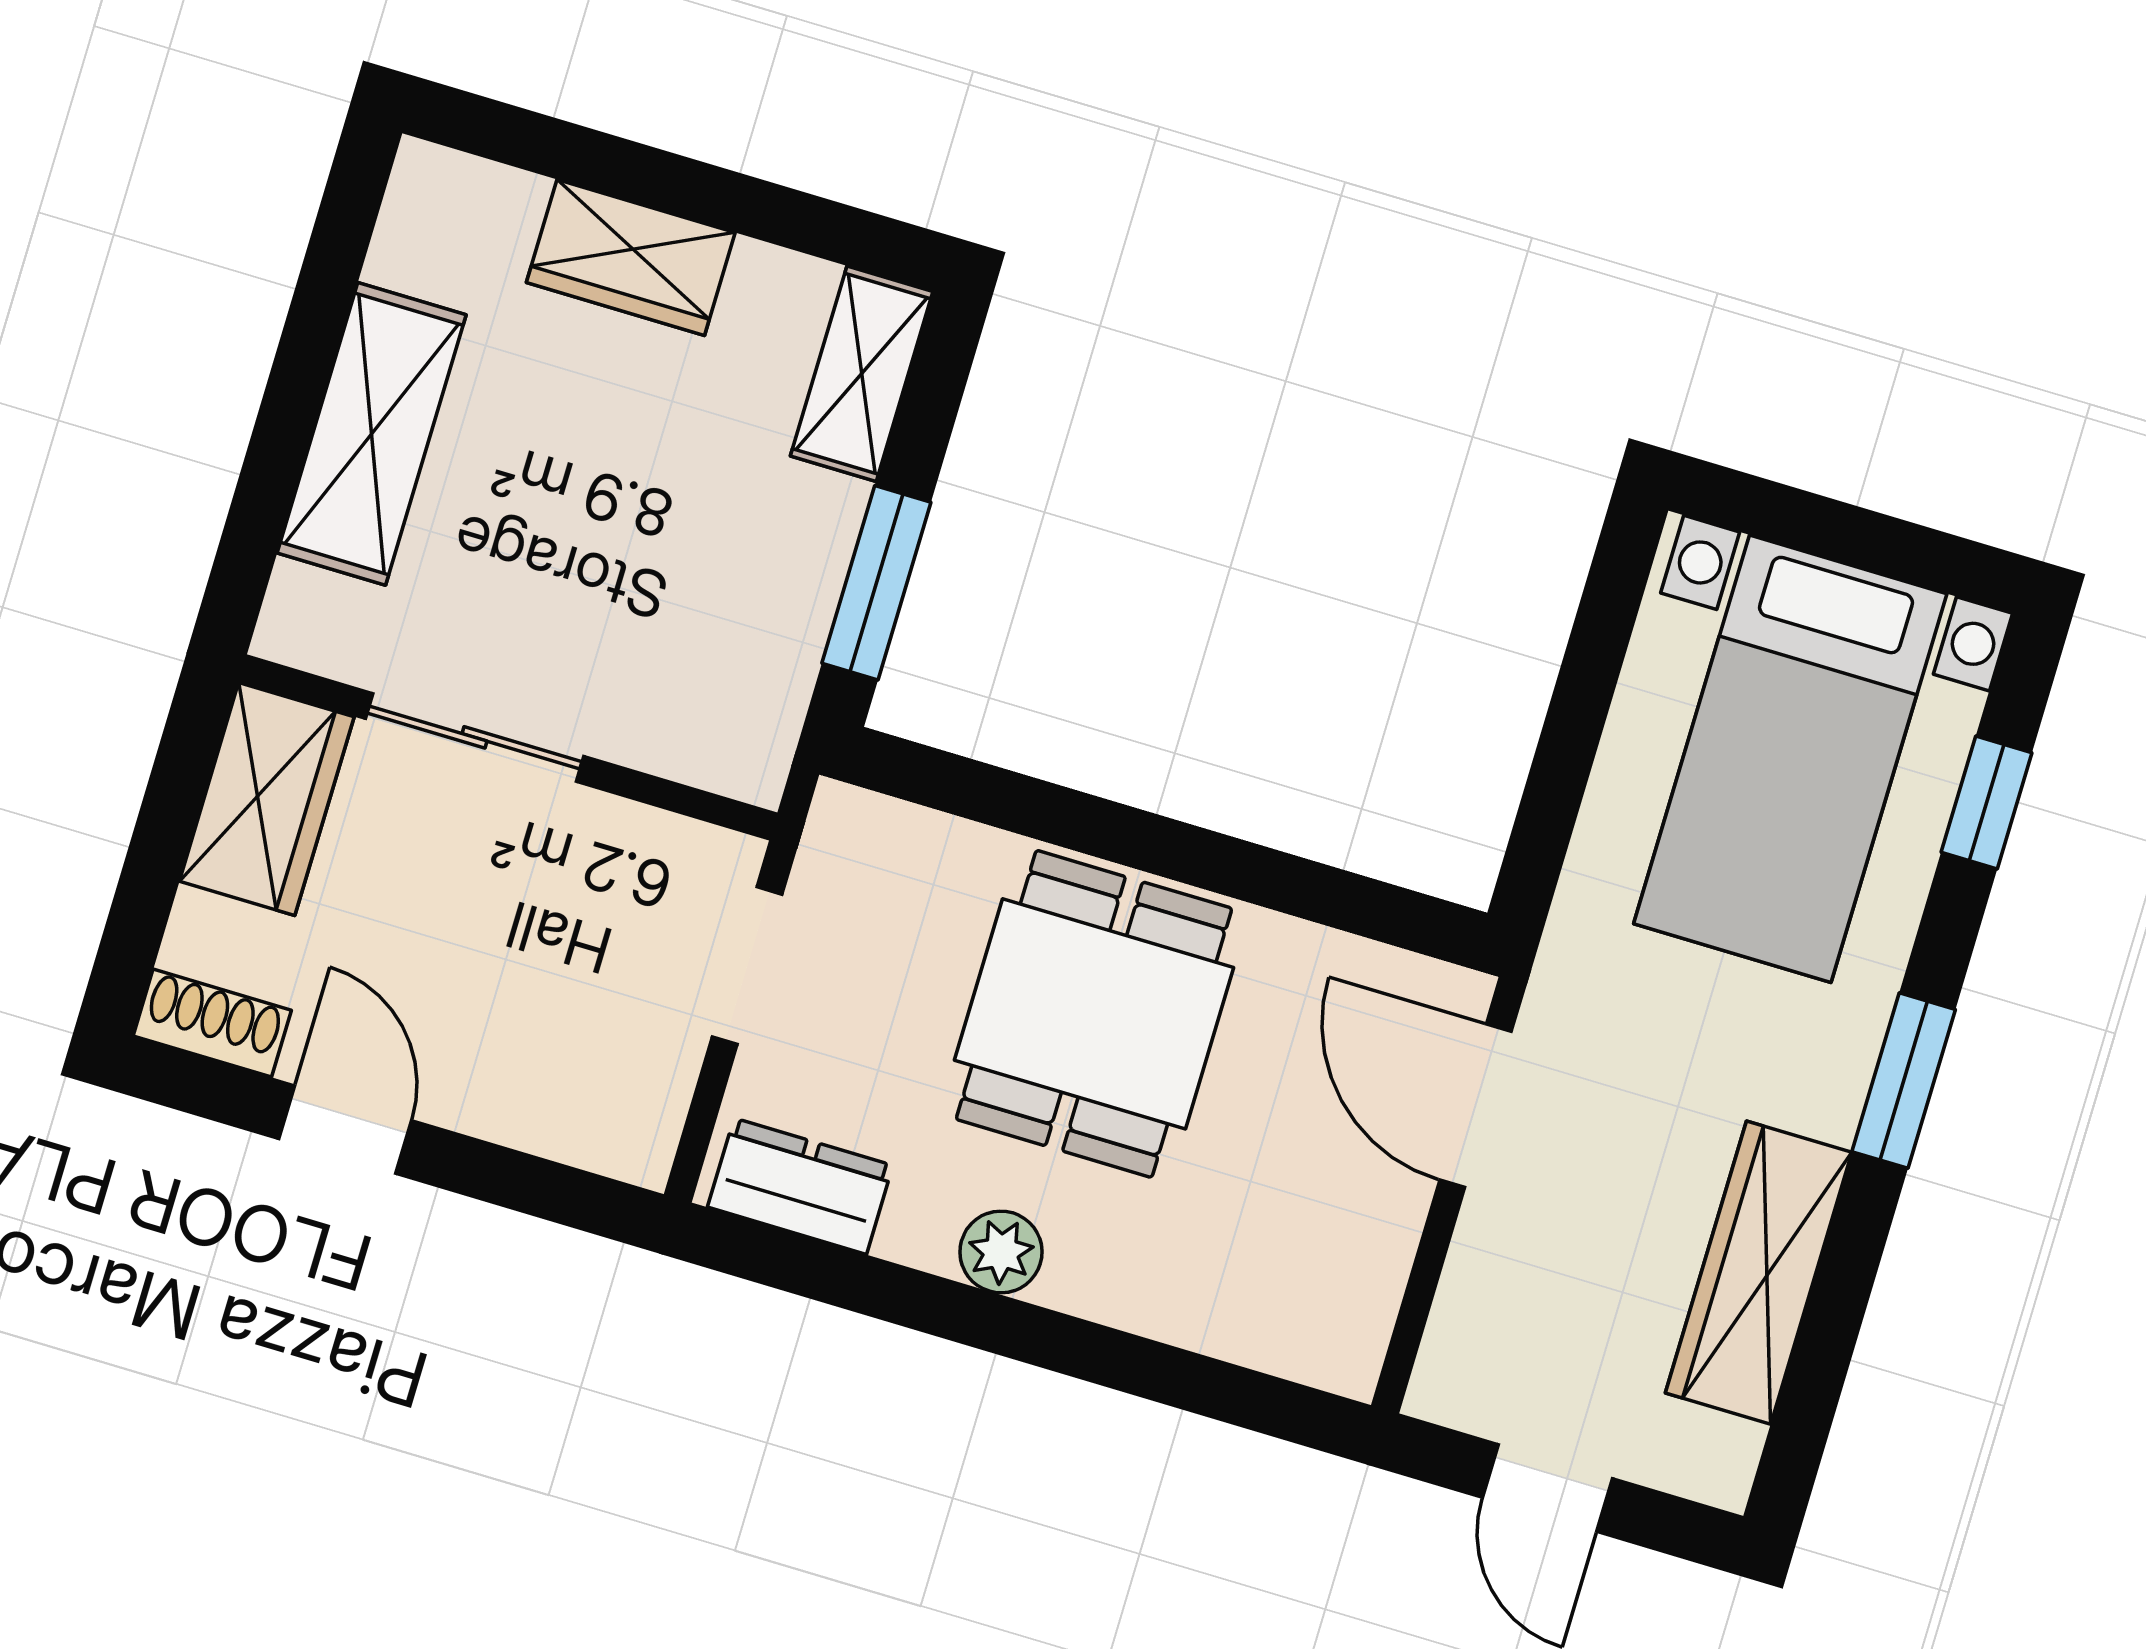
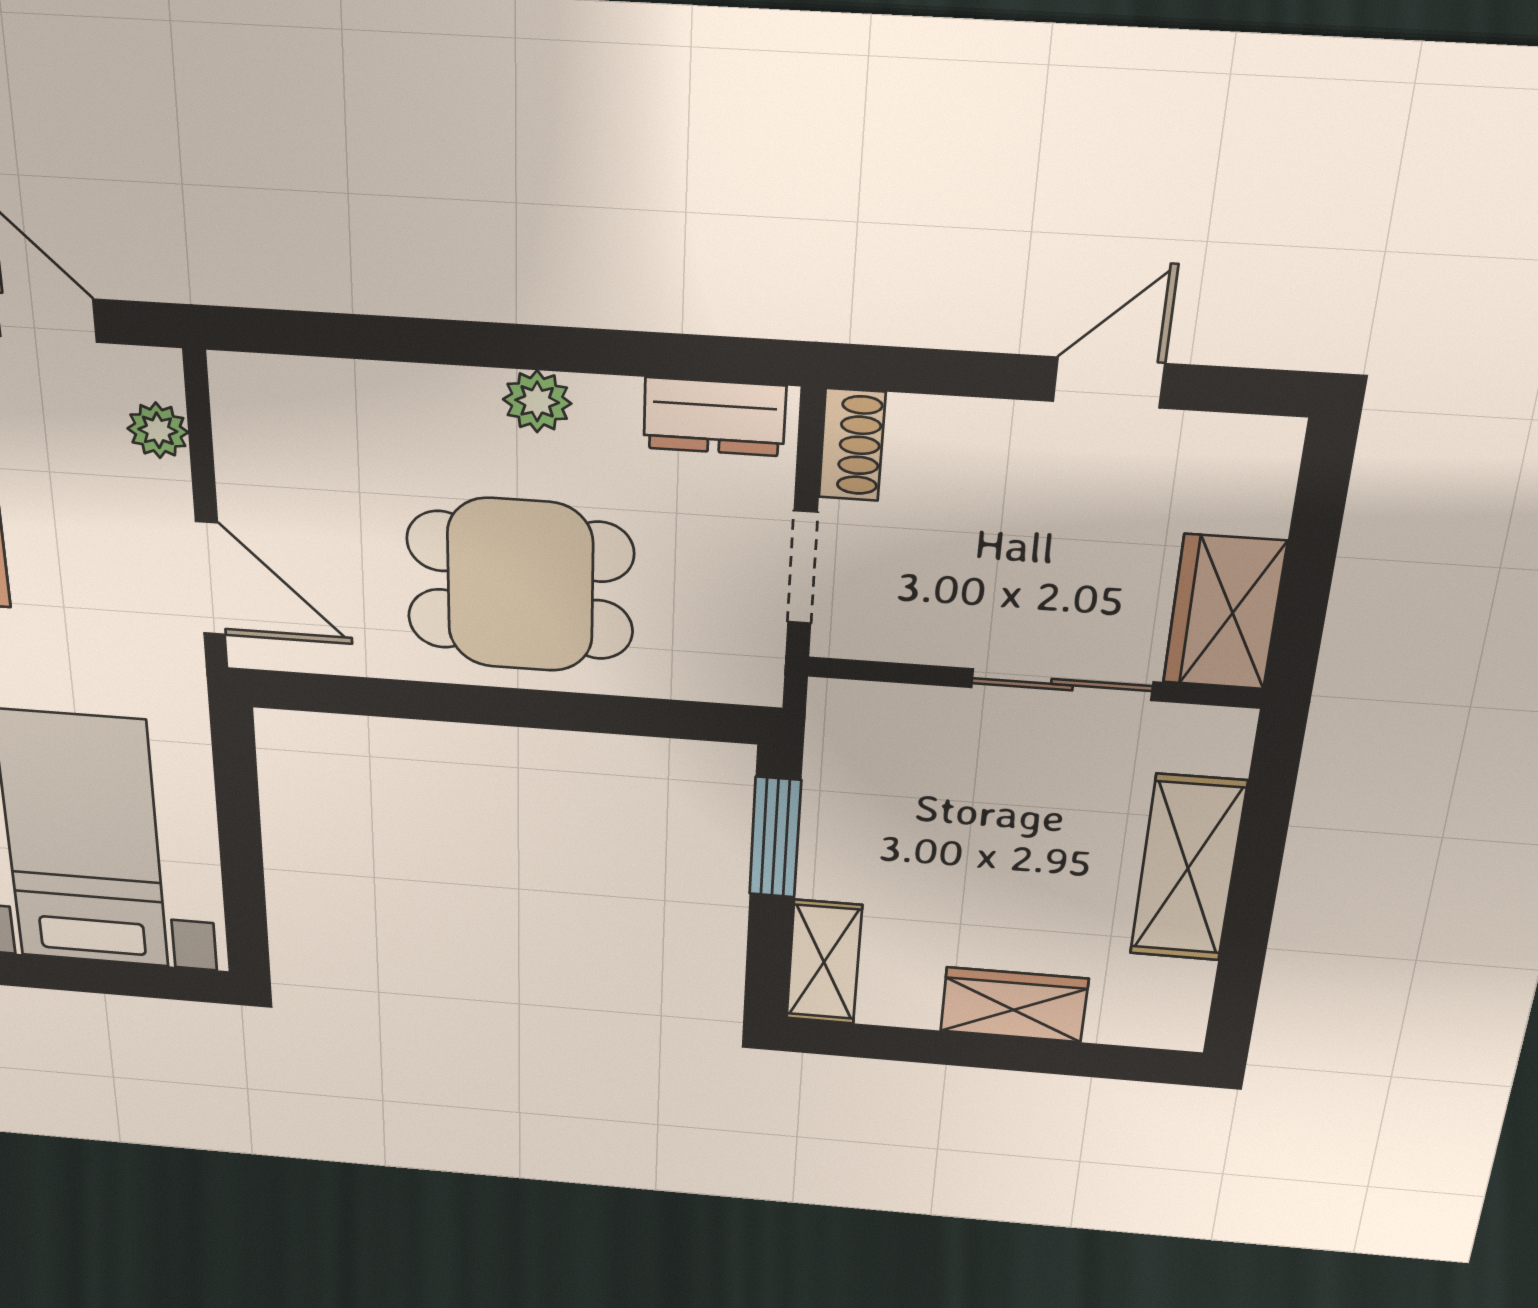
dining table: (1094, 1014) -> (520, 585), turned 90
shoe rack: (212, 1023) -> (852, 445), moved, turned -90
door: (345, 1130) -> (1109, 382), swing flipped
plant: (1467, 1317) -> (158, 430), added

